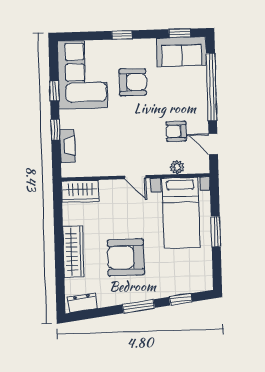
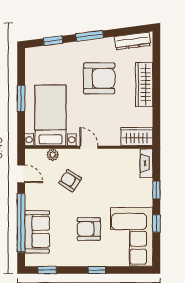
sofa: (181, 52) -> (37, 232), moved, turned 90
armchair: (176, 131) -> (70, 181), moved, turned -147
fireplace: (67, 146) -> (147, 163), moved
dresser: (82, 303) -> (132, 41), width x1.44

